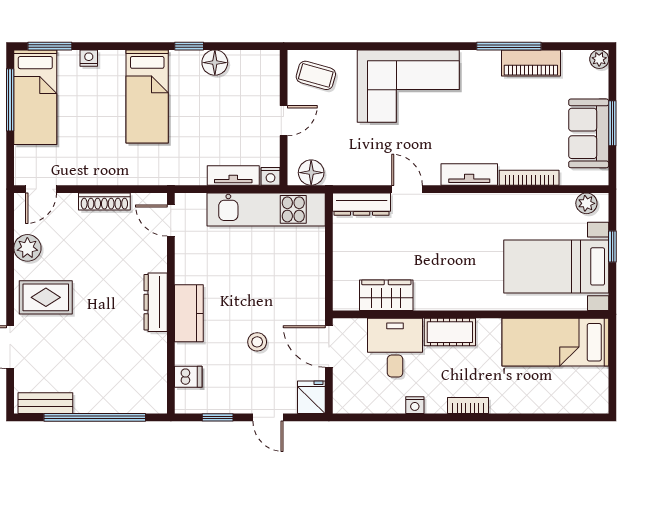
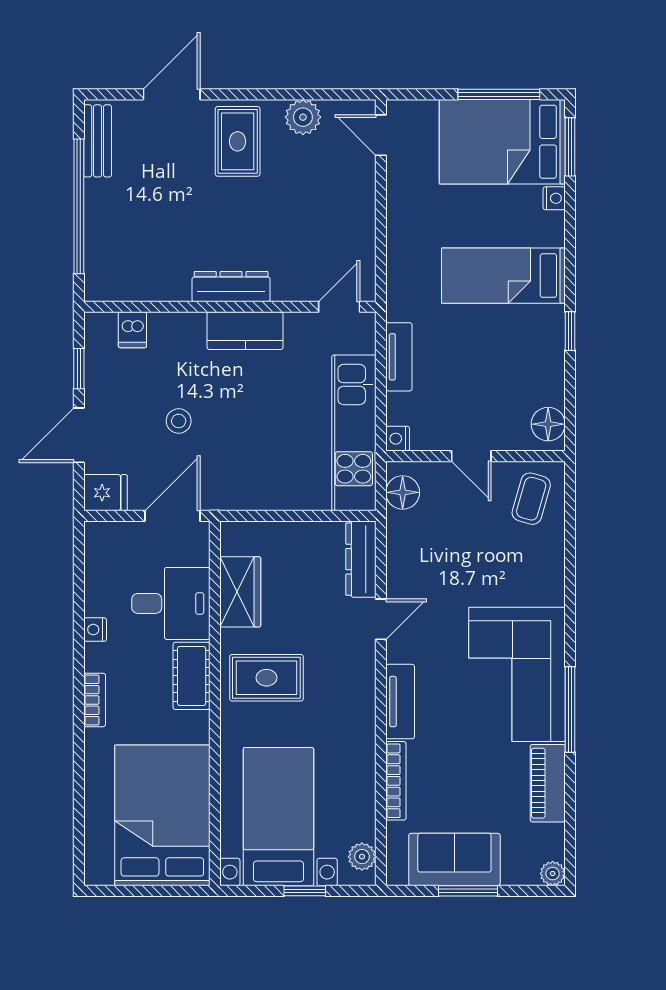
window: (509, 46) -> (570, 709), moved
floor lamp: (215, 63) -> (548, 424), moved
corner sofa: (408, 86) -> (517, 674), moved
bed: (35, 97) -> (502, 142), width x1.50
tv unit: (233, 175) -> (399, 357), moved
shoe rack: (104, 202) -> (364, 219), removed
rug: (451, 275) -> (266, 678), added
kitchen counter: (189, 313) -> (245, 331), moved
bed: (555, 342) -> (162, 815), width x1.50
door: (268, 417) -> (79, 435), width x1.37

